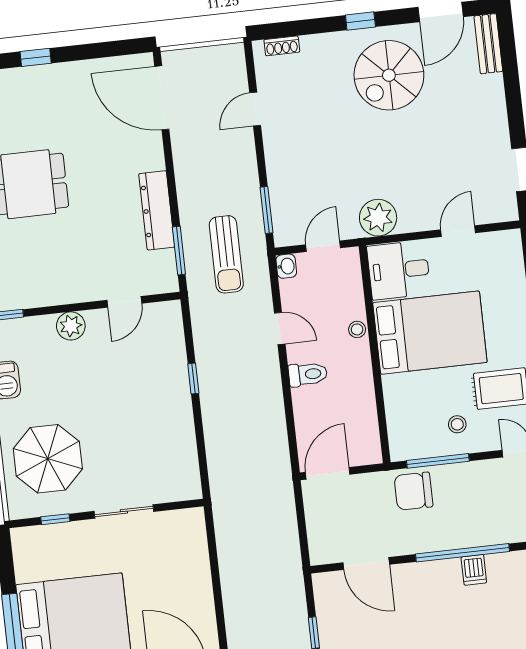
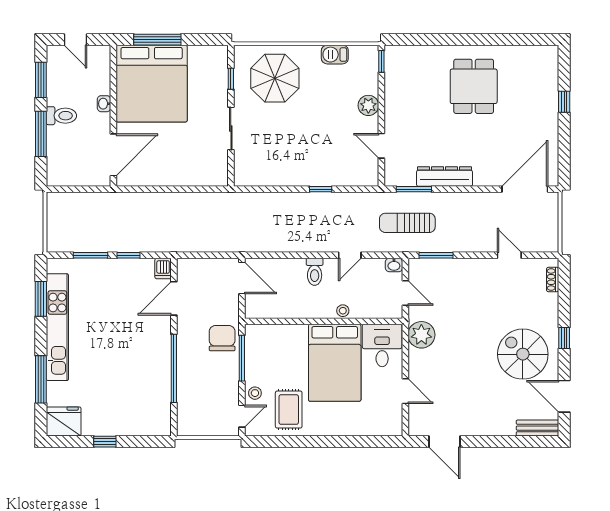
stool: (457, 424) -> (255, 393), moved
dishwasher: (474, 570) -> (163, 268), moved, turned -90

